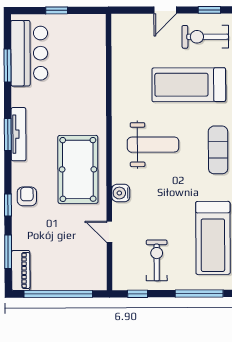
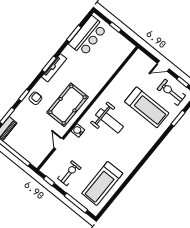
treadmill: (189, 85) -> (147, 107), turned 180
exercise mat: (218, 150) -> (136, 147), removed

